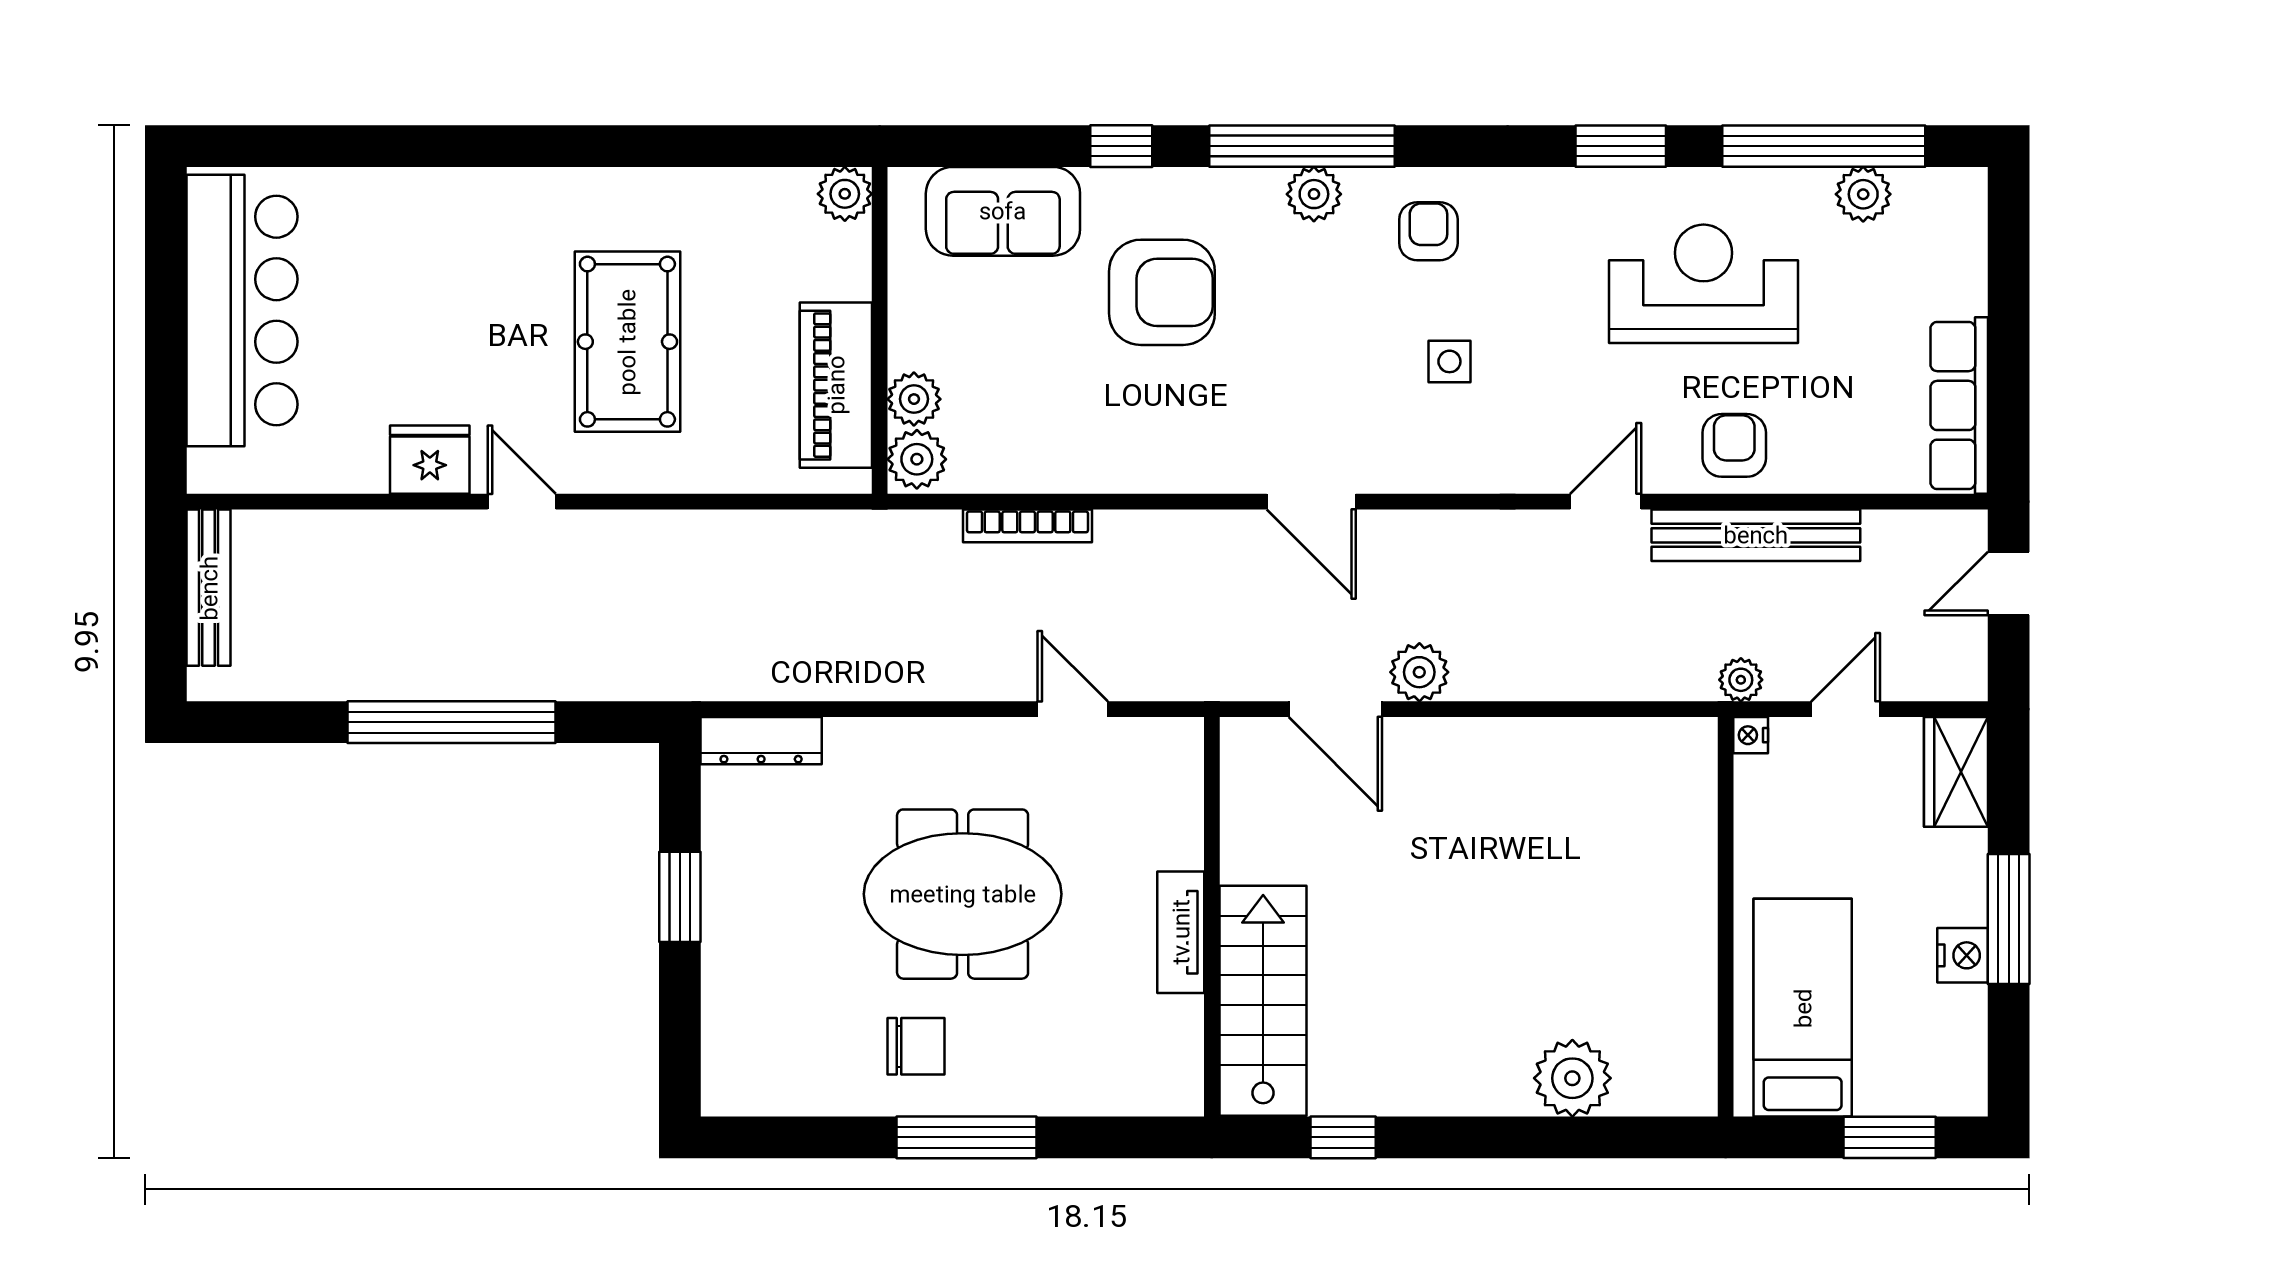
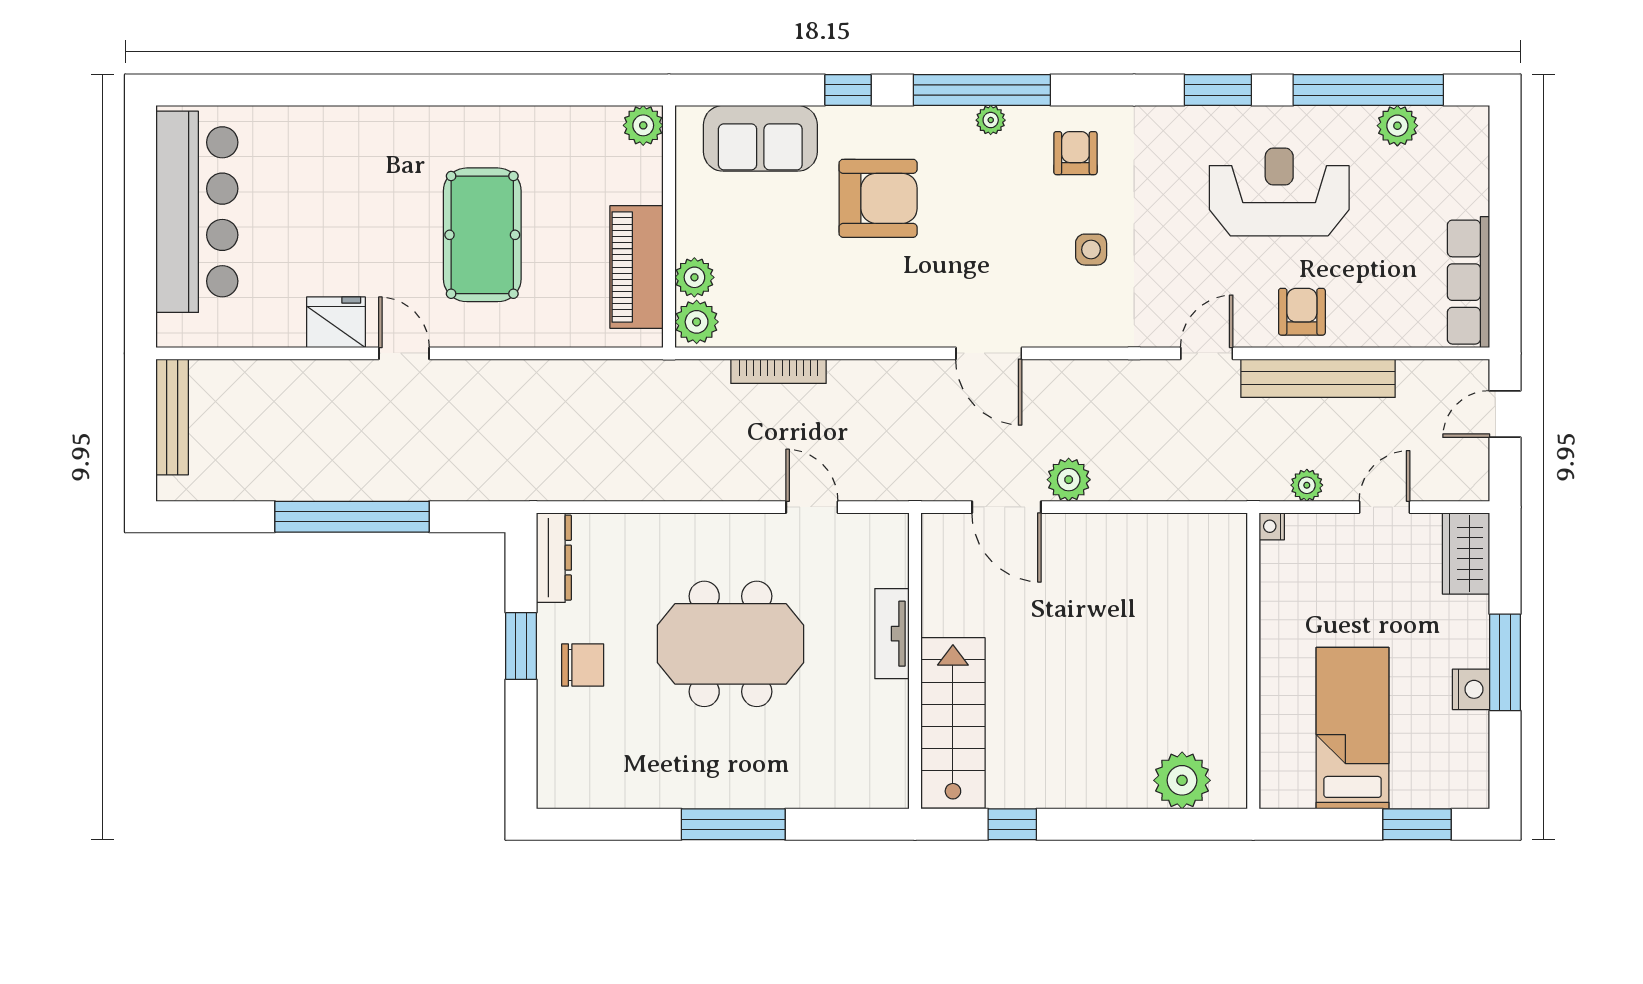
plant: (1314, 194) -> (991, 120), width x0.73, depth x0.73
nightstand: (1751, 735) -> (1272, 526), moved
dresser: (761, 741) -> (554, 558), moved, turned -90
wall: (1726, 917) -> (1253, 661), moved
tv unit: (1181, 932) -> (892, 634), moved
chair: (916, 1046) -> (583, 665), moved

